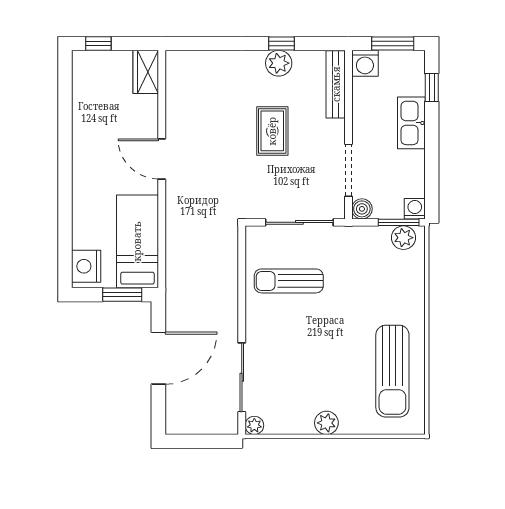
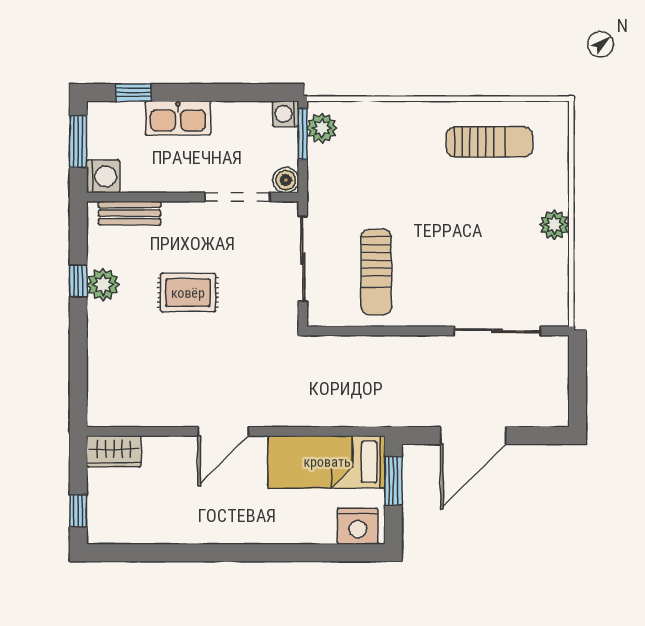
bench: (336, 84) -> (130, 213), width x0.73
door: (158, 358) -> (473, 436), swing flipped
sun lounger: (392, 371) -> (489, 142), width x0.73, depth x0.75
plant: (254, 425) -> (558, 315), removed

